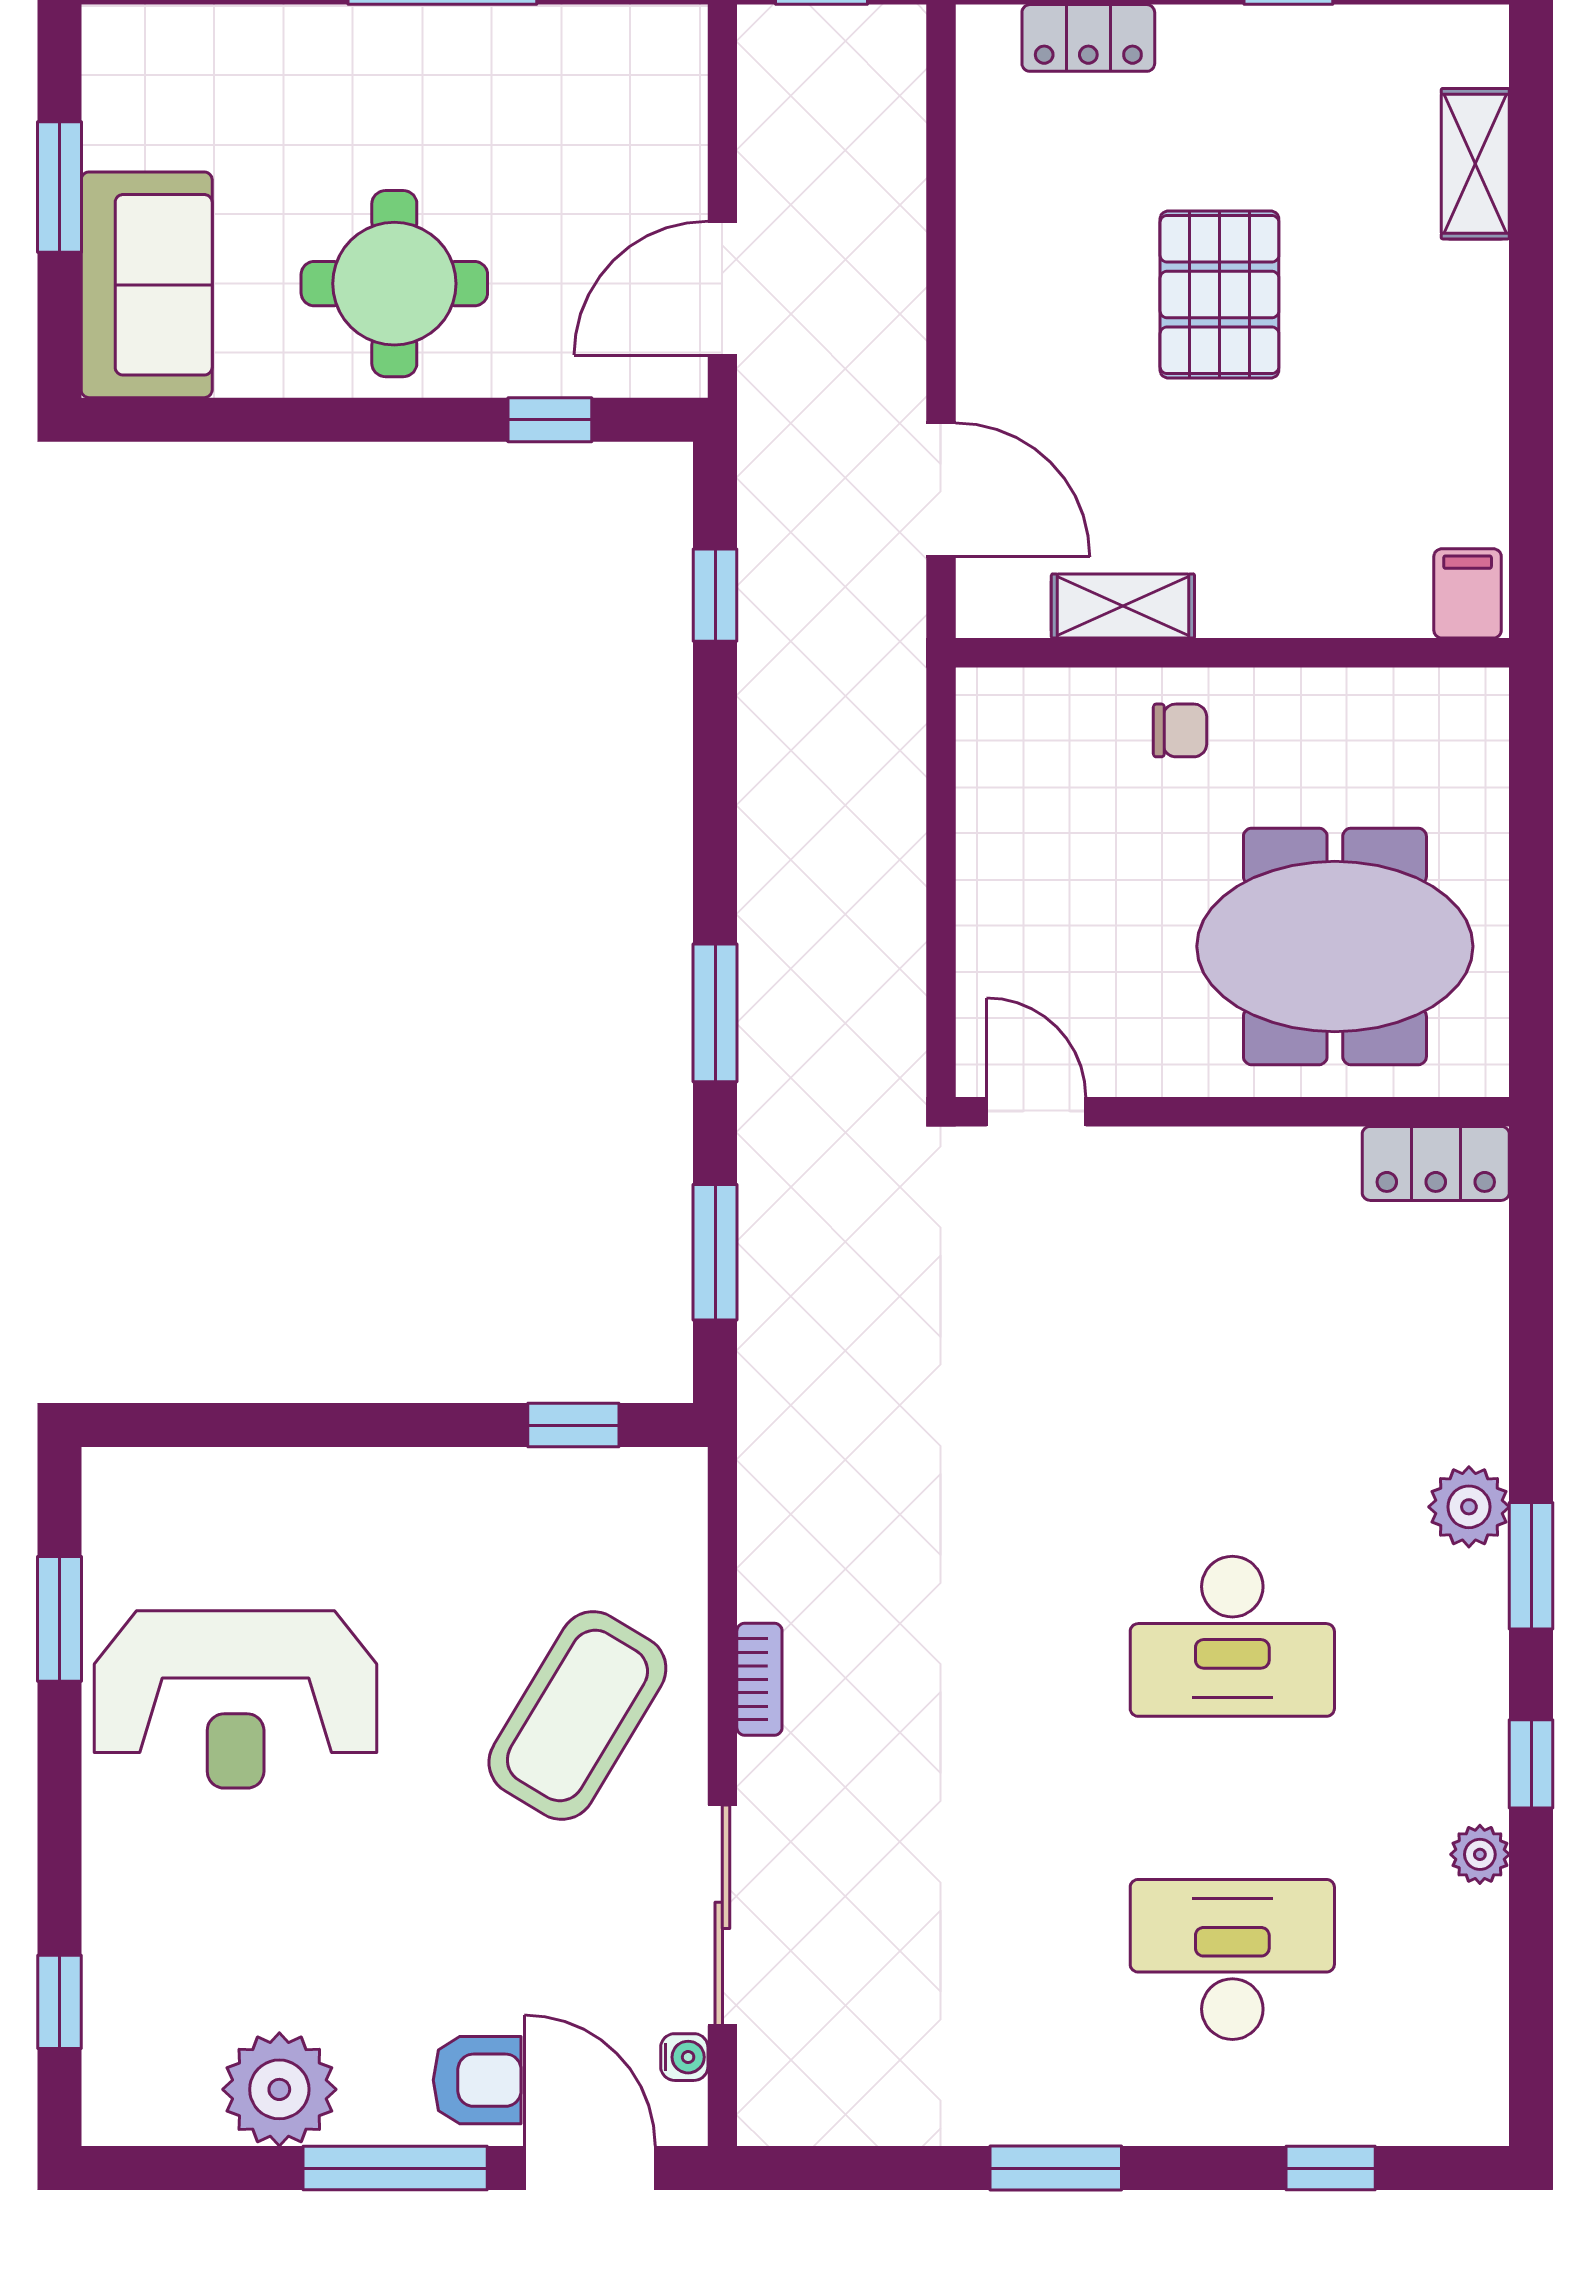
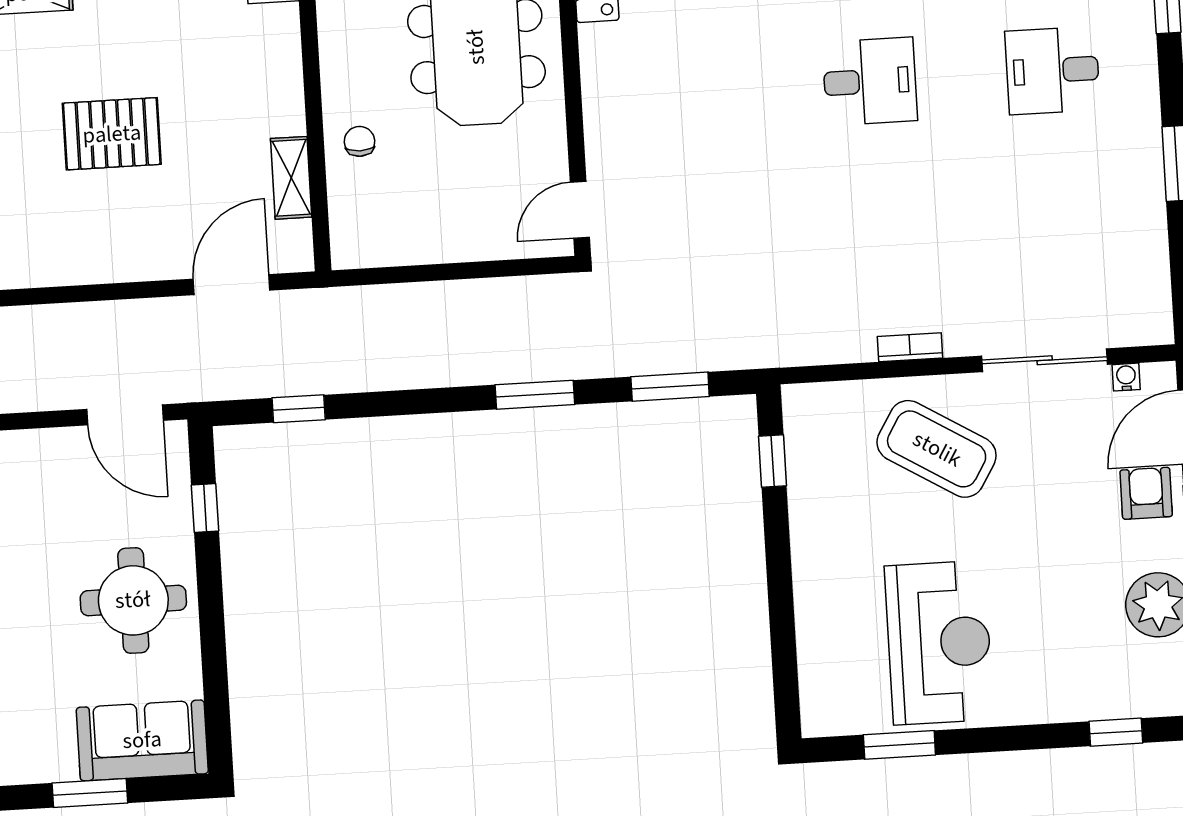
desk: (1232, 1636) -> (870, 81), width x0.73
desk: (1232, 1959) -> (1052, 70), width x0.73

